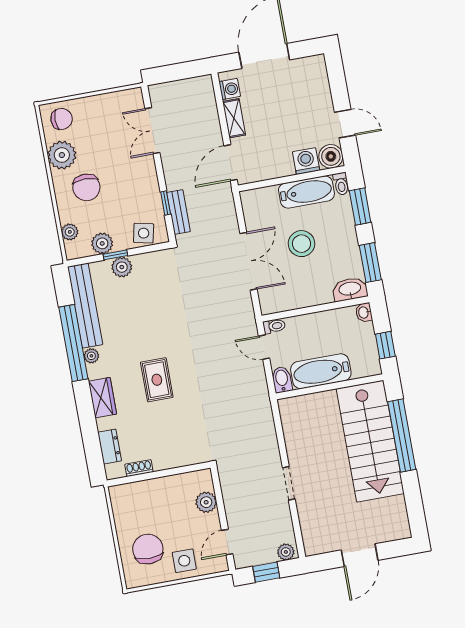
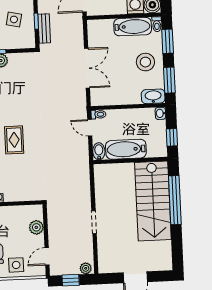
side table: (144, 233) -> (14, 19), moved
stool: (302, 244) -> (145, 62), moved

